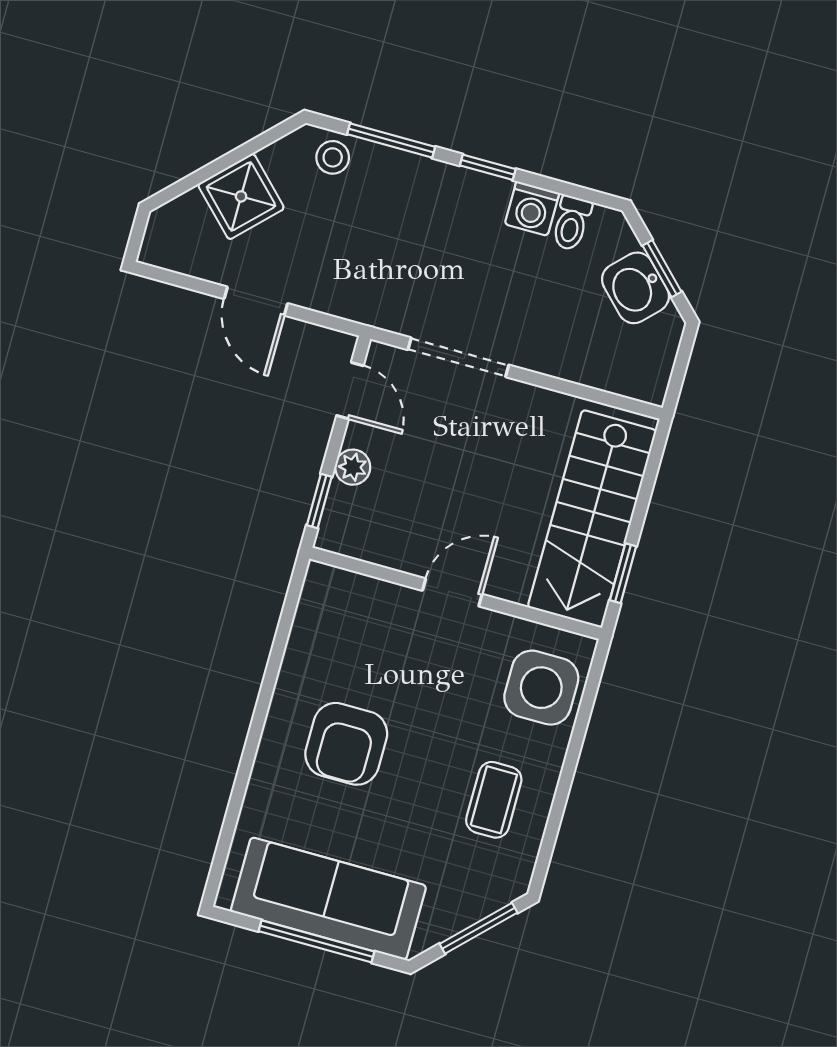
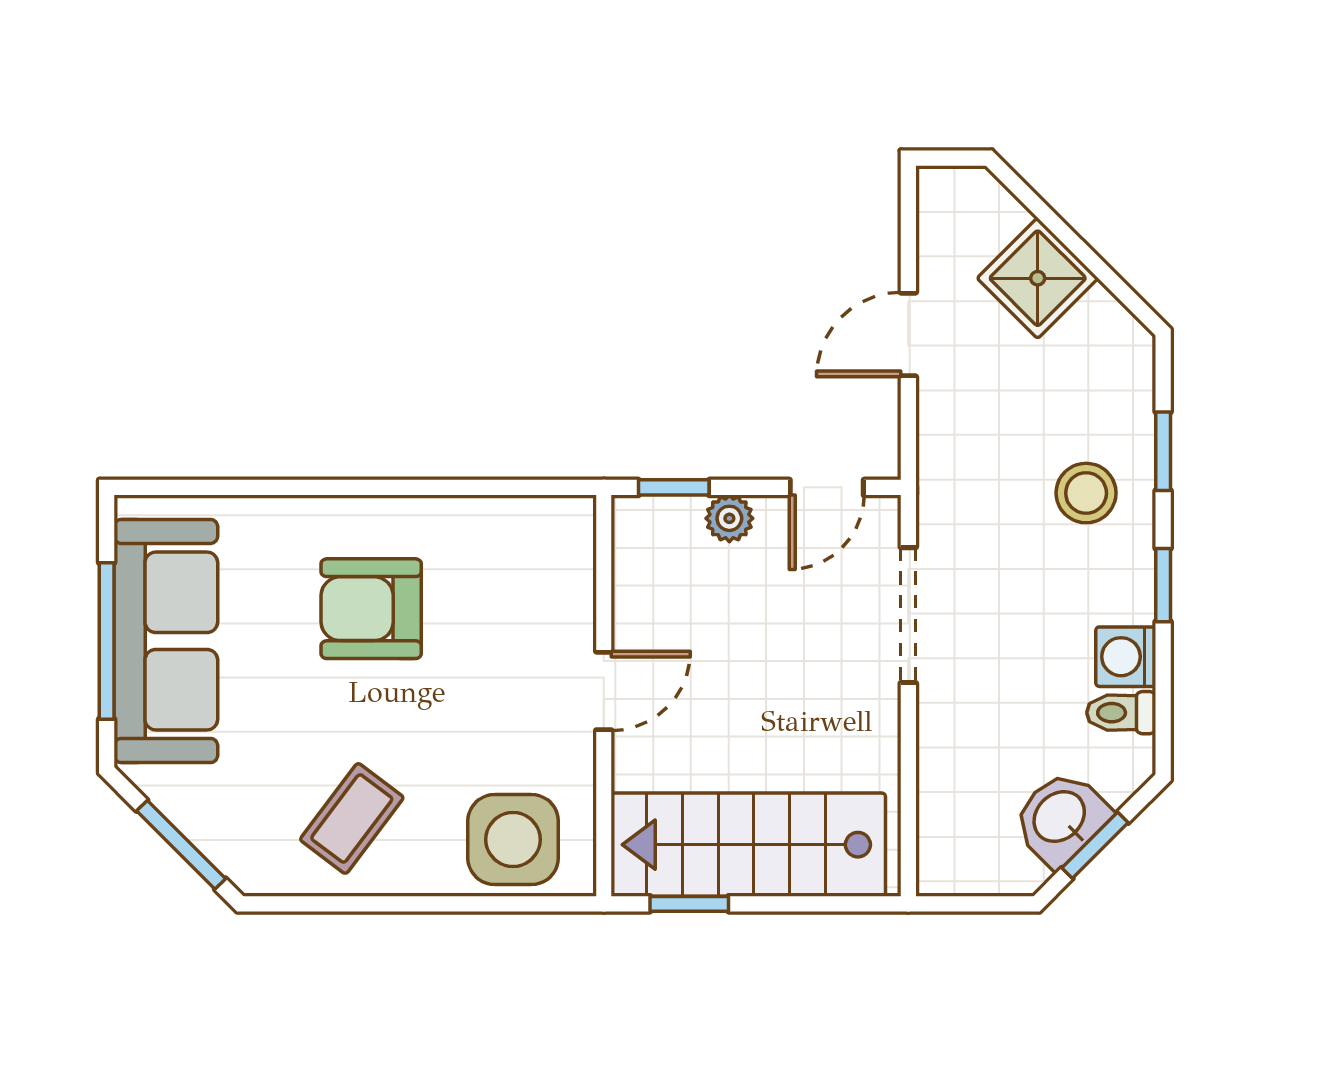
window: (391, 141) -> (1163, 451), width x0.67
stool: (333, 157) -> (1086, 493), moved, width x1.37, depth x1.37
door: (452, 592) -> (604, 691), hinge flipped
coffee table: (494, 800) -> (352, 818), turned -53

